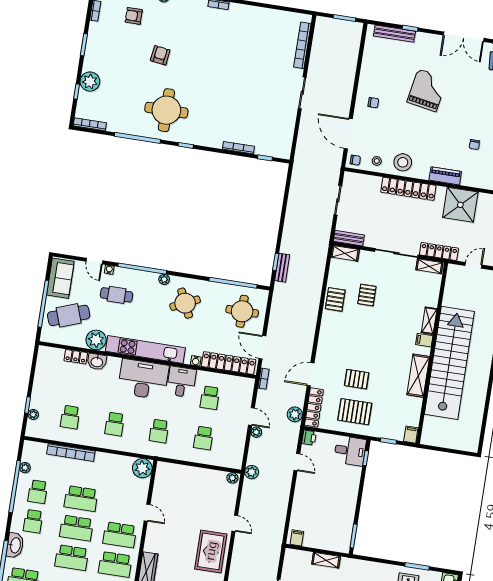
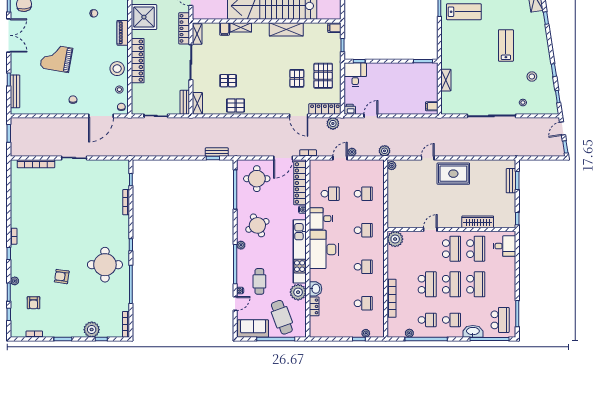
filing cabinet: (424, 340) -> (225, 29), moved

